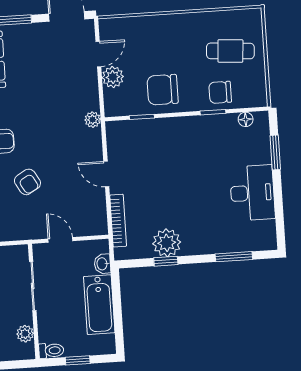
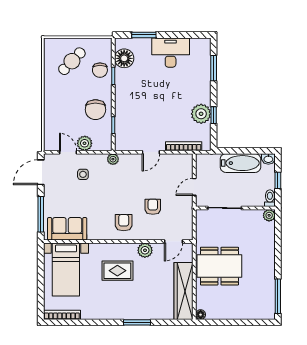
cafe table: (230, 51) -> (72, 61), turned 40
side table: (68, 78) -> (83, 174), added
floor lamp: (246, 119) -> (124, 58), width x1.89, depth x1.89
armchair: (27, 182) -> (153, 207), turned -60
washbasin: (102, 264) -> (268, 159), moved
plant: (25, 334) -> (269, 215), moved

